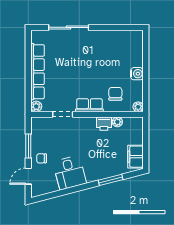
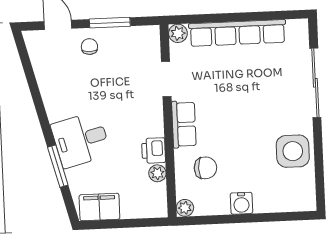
side table: (108, 42) -> (293, 151), added
desk: (70, 173) -> (81, 140), moved

